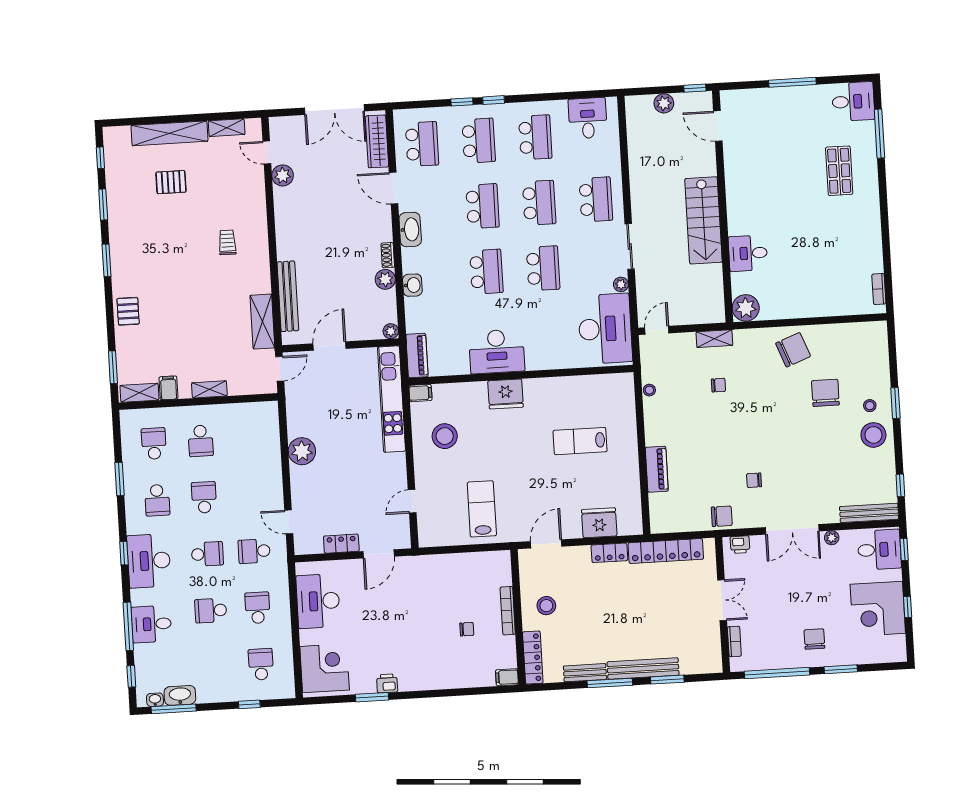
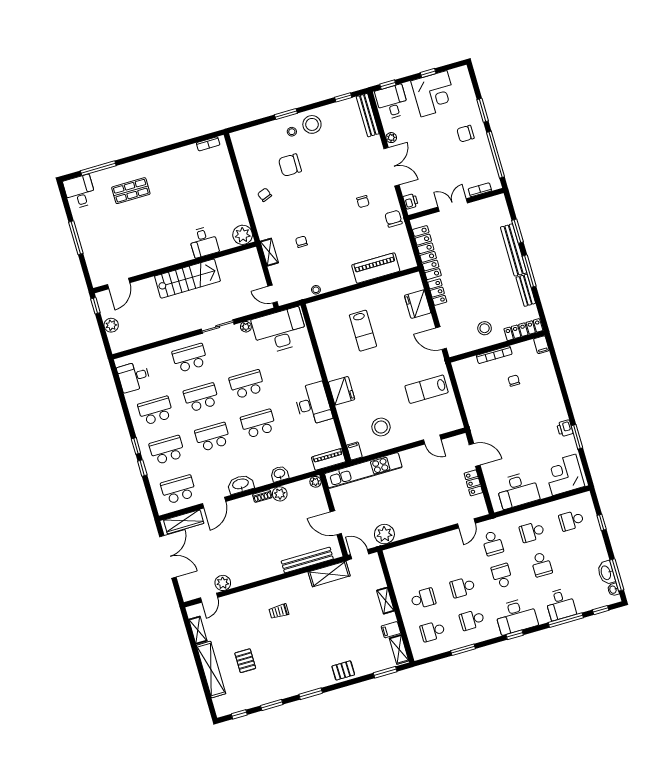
chair: (793, 350) -> (265, 195), width x0.54, depth x0.54
plant: (302, 451) -> (384, 534), moved
piano: (657, 469) -> (376, 268), width x1.37, depth x1.33
school desk: (157, 500) -> (472, 620), turned 180

